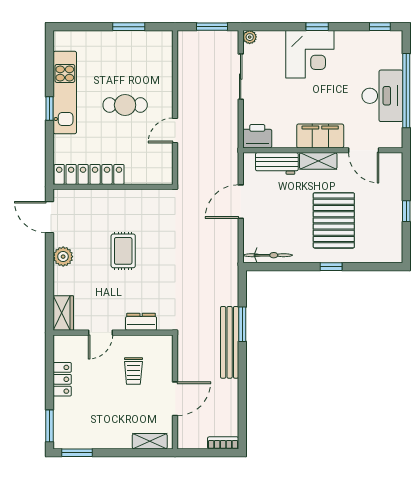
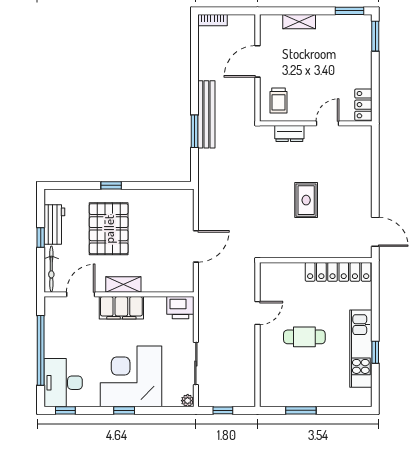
window: (212, 27) -> (223, 410), width x0.67
corner desk: (310, 54) -> (131, 376), width x1.36, depth x1.36
desk: (382, 96) -> (63, 383), moved
window: (50, 108) -> (375, 352), moved
door: (364, 150) -> (81, 294), hinge flipped
workbench: (277, 163) -> (54, 225), moved, turned 90
bicycle: (268, 255) -> (51, 269), moved, turned -90
plant: (63, 257) -> (363, 195), removed
wardrobe: (63, 313) -> (362, 142), removed
trolley: (133, 371) -> (279, 101), moved, turned 180
locker: (62, 379) -> (363, 105), moved
shelving: (150, 441) -> (299, 22), moved

